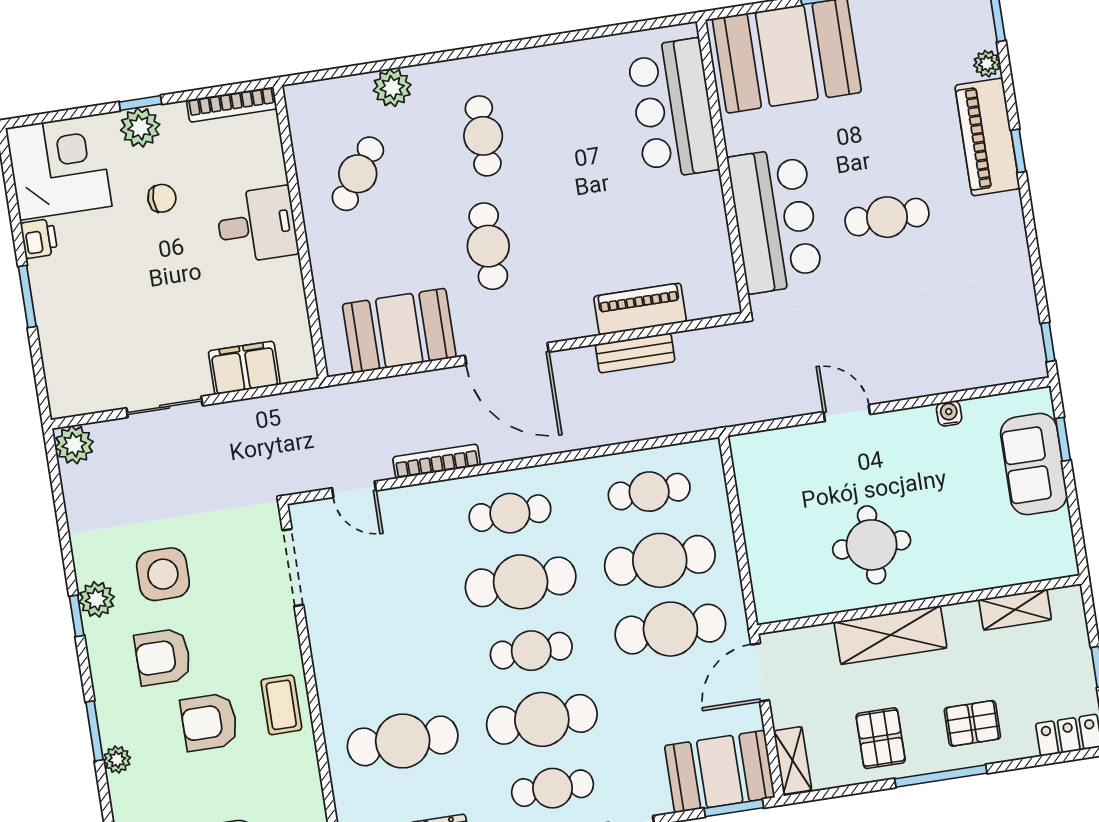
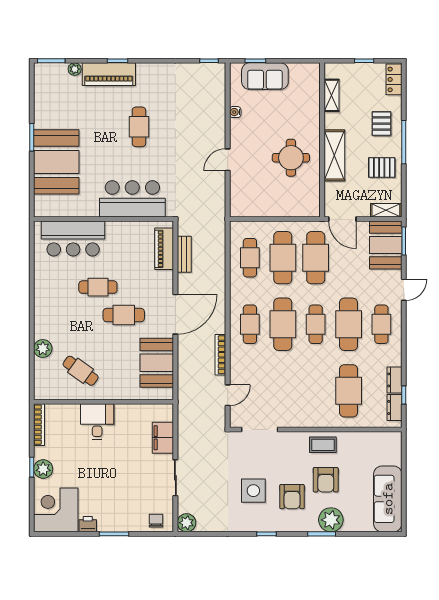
bar counter: (673, 109) -> (73, 239), moved
cafe table: (483, 136) -> (98, 287), moved
wall: (724, 166) -> (104, 219), moved
chair: (162, 198) -> (156, 521), moved
bar counter: (775, 220) -> (132, 199), moved
plant: (97, 599) -> (260, 523), removed
plant: (117, 759) -> (331, 520), width x1.88, depth x1.88

